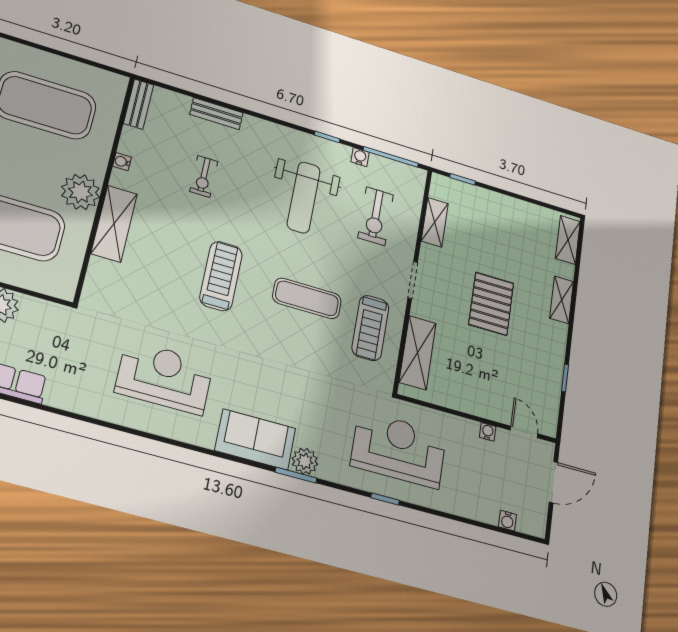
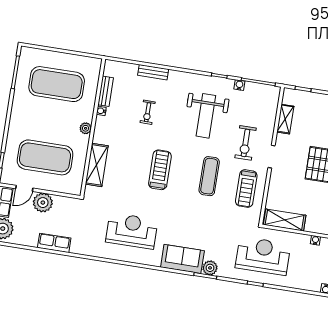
bench: (139, 104) -> (106, 91), moved
plant: (80, 192) -> (86, 128), width x0.53, depth x0.53
exercise bike: (376, 216) -> (246, 143), moved
shelving: (114, 224) -> (97, 165), moved
exercise mat: (307, 298) -> (209, 176), turned 90
shelving: (418, 353) -> (285, 220), moved, turned 90

